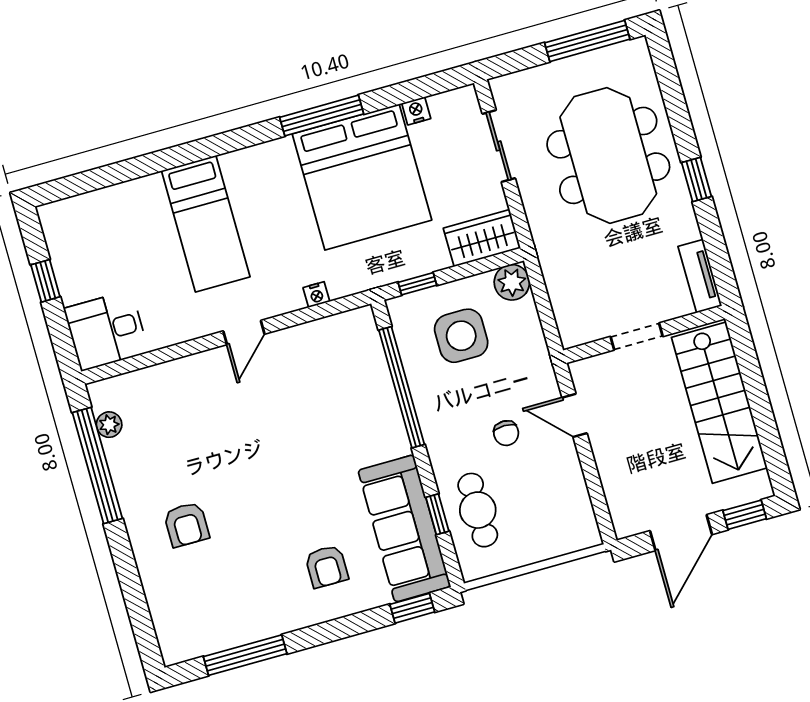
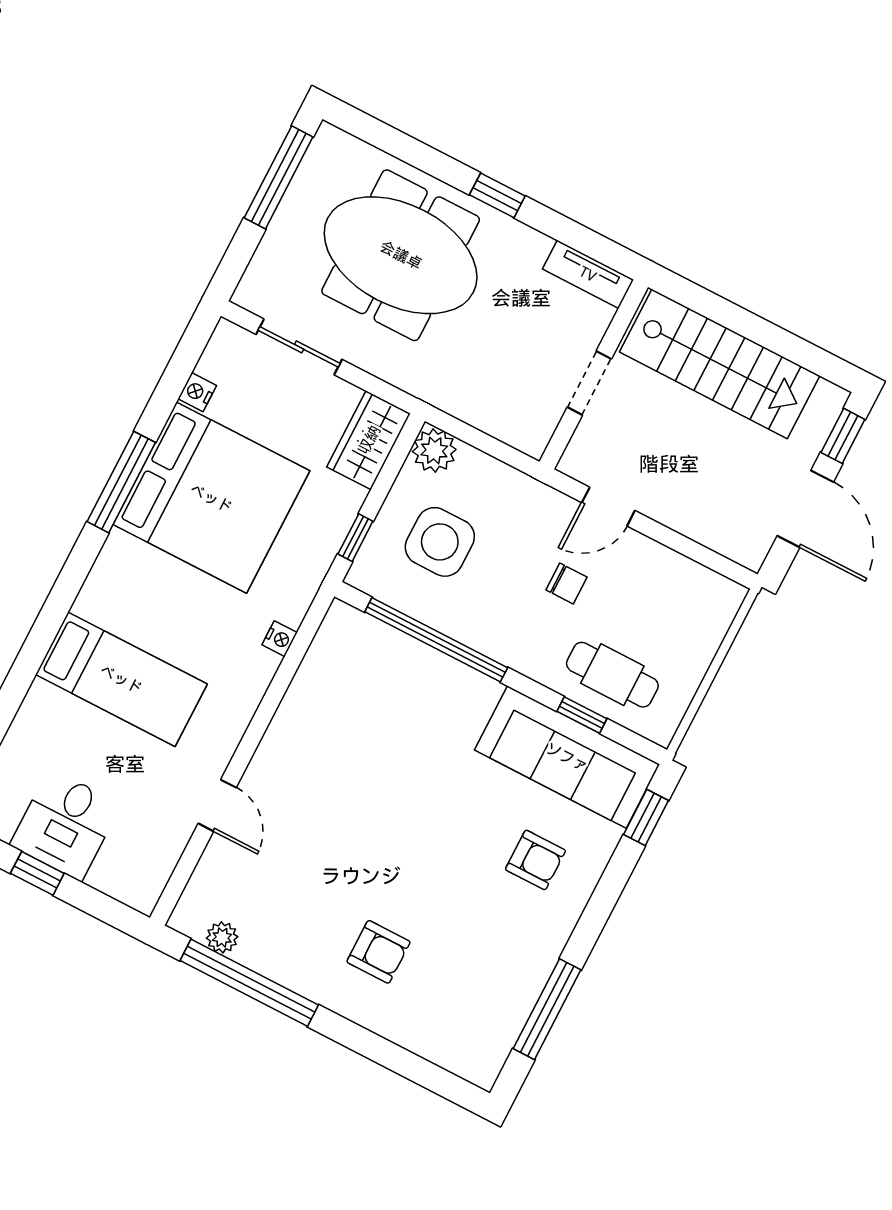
desk: (106, 330) -> (65, 825), moved
door: (244, 333) -> (217, 805), moved

